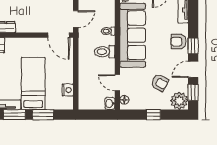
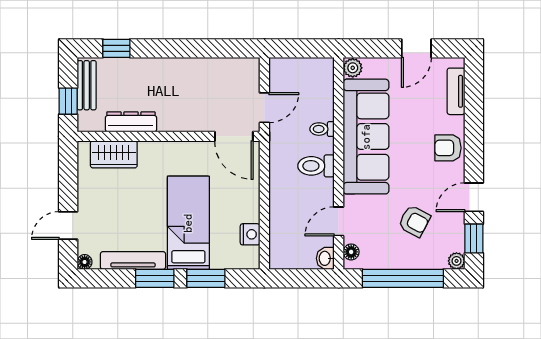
window: (193, 46) -> (474, 156), removed
door: (117, 83) -> (339, 221), hinge flipped
plant: (179, 101) -> (457, 261), width x0.53, depth x0.53
window: (153, 115) -> (403, 278), width x3.17

